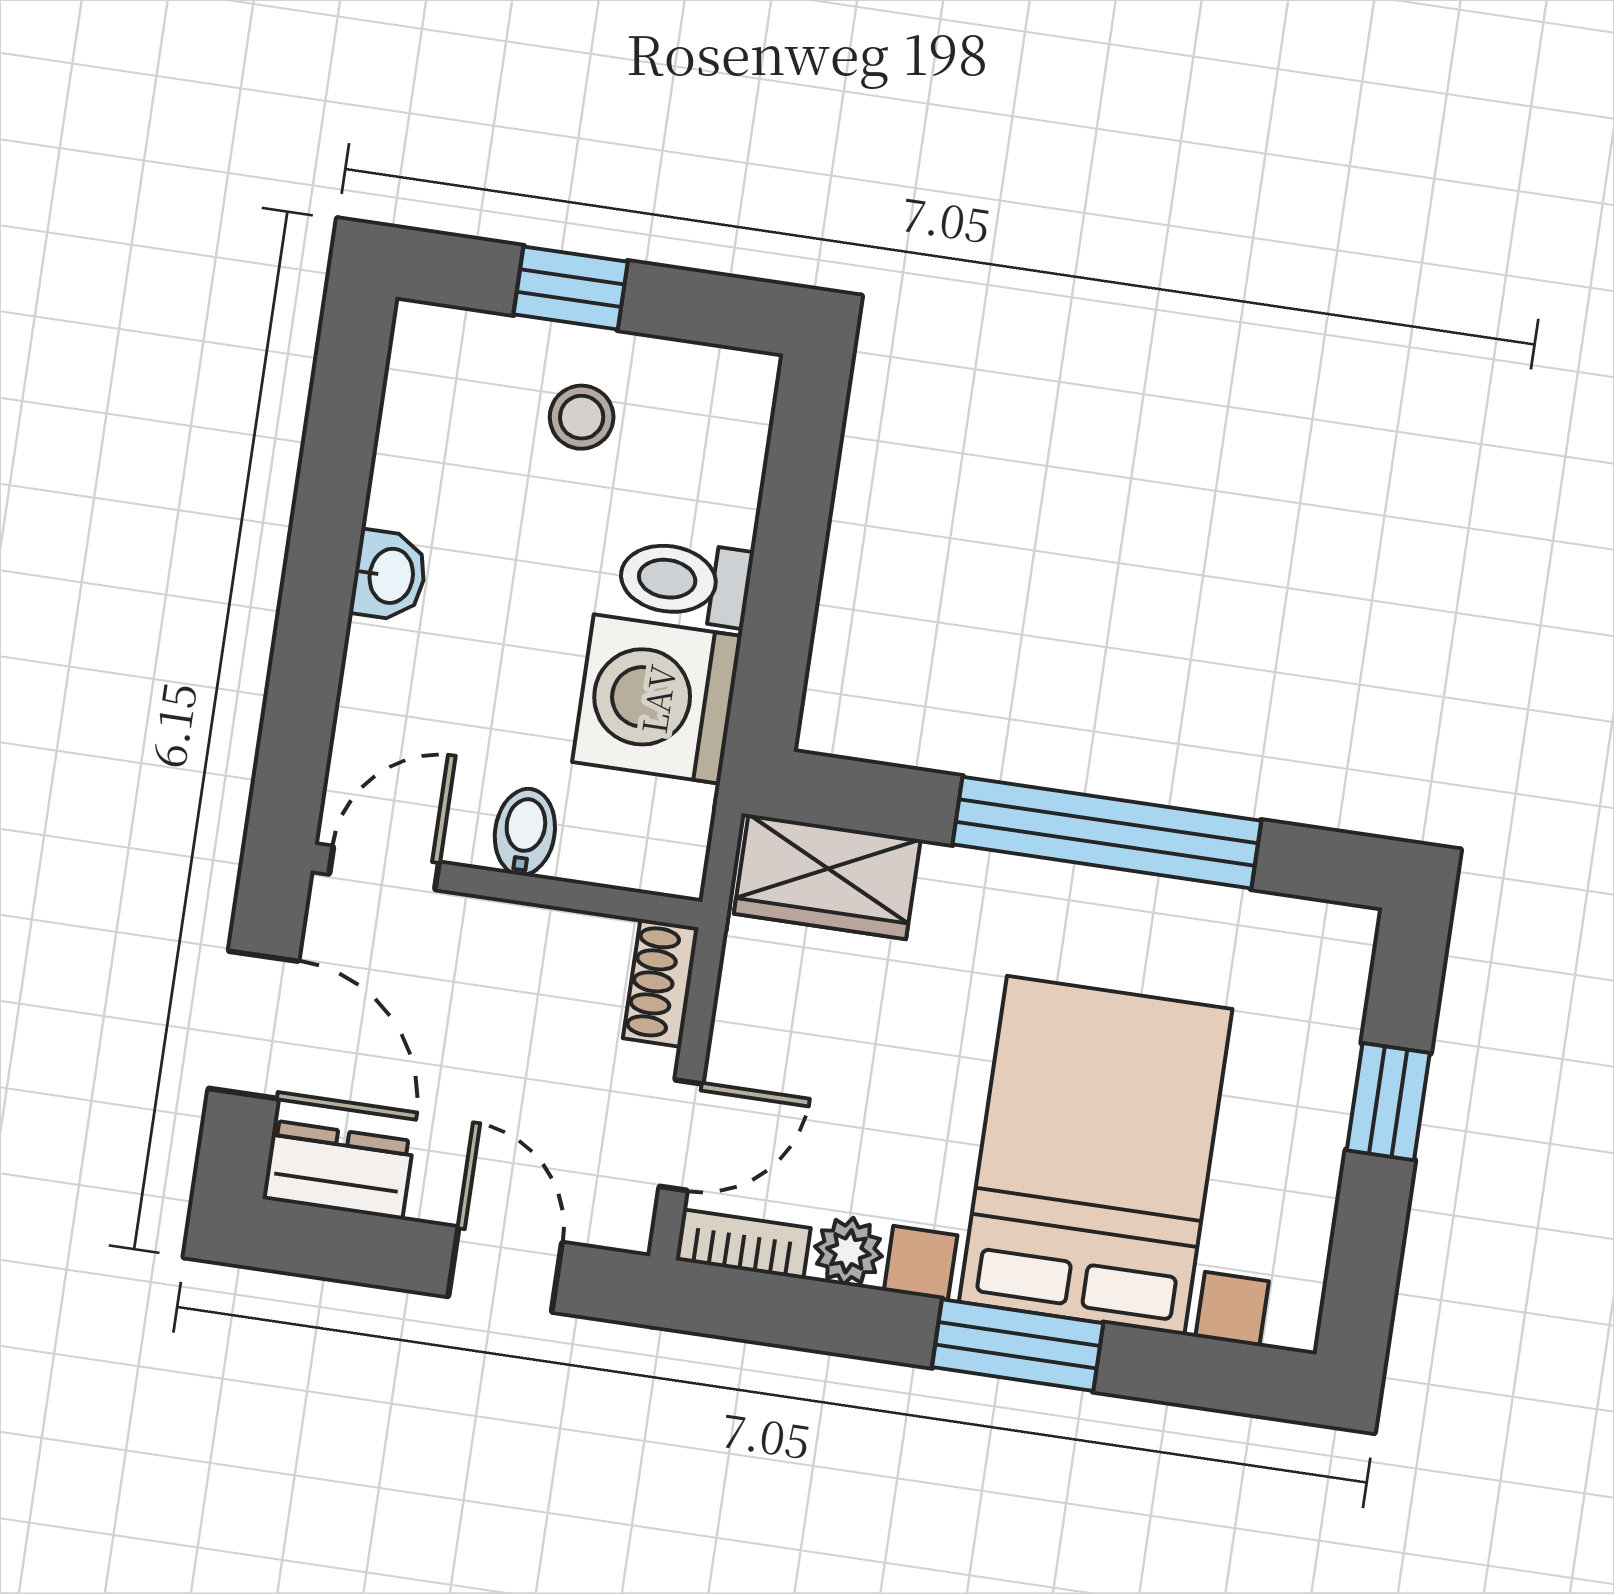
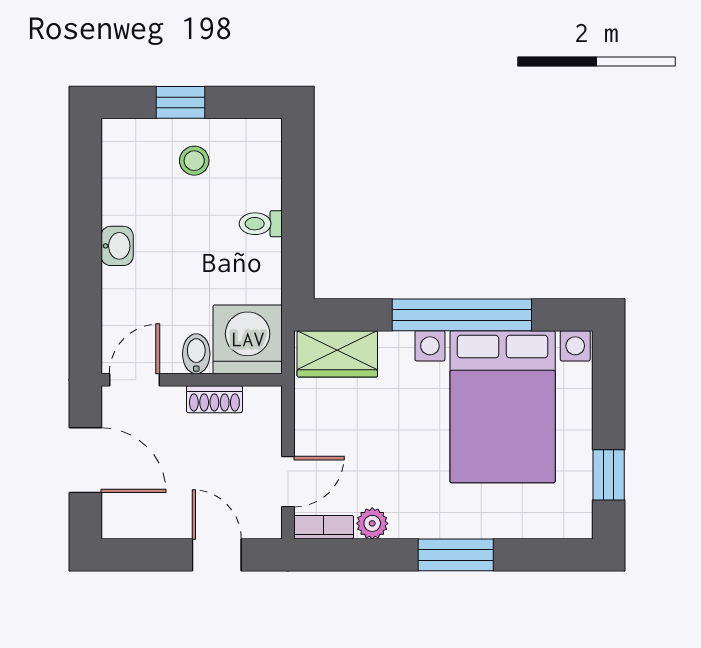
toilet: (685, 581) -> (261, 224), width x0.73, depth x0.72
washing machine: (657, 699) -> (248, 339), moved, turned 90
shoe rack: (661, 983) -> (214, 399), moved, turned -90
window: (1388, 1102) -> (609, 475), moved
bed with nightstands: (1096, 1155) -> (503, 407), moved, turned 180
dresser: (338, 1170) -> (134, 521), removed

